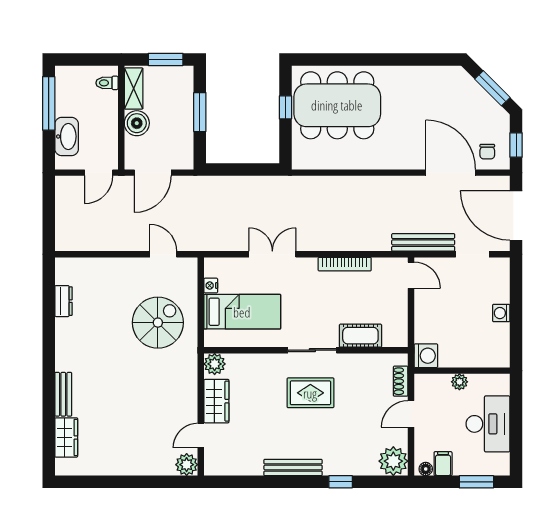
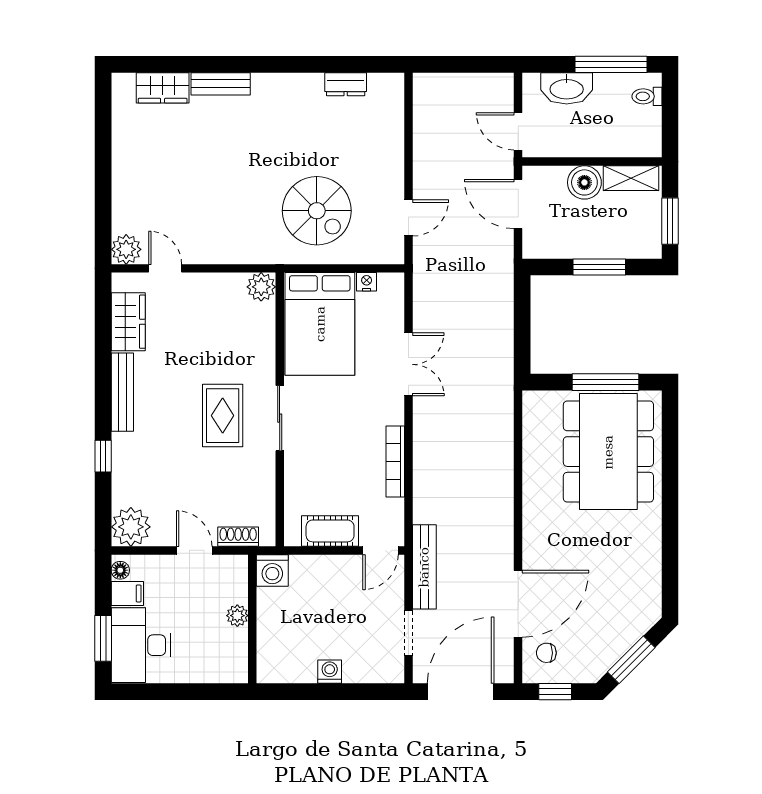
toilet: (107, 83) -> (647, 96), moved, turned -90
window: (285, 107) -> (605, 382), width x2.17
bed: (242, 312) -> (320, 324), width x1.50
cot: (360, 336) -> (330, 531), moved, turned 90
wardrobe: (216, 401) -> (128, 322), moved, turned -90
desk: (488, 424) -> (141, 645), moved, turned 90

